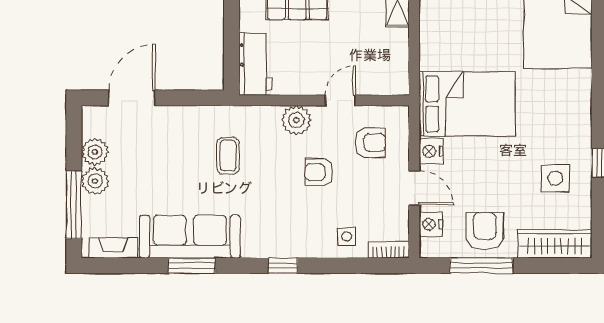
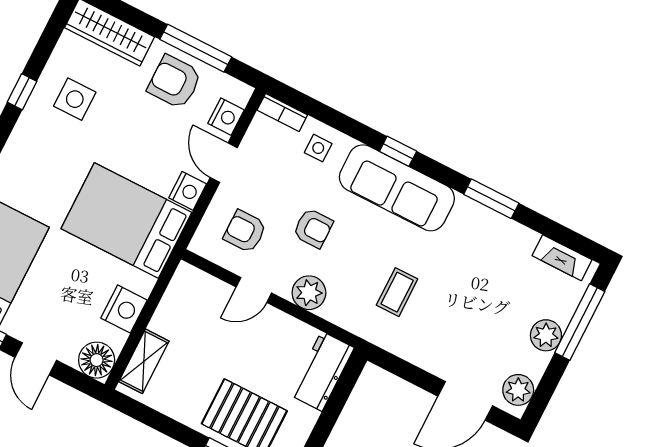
nightstand: (434, 34) -> (124, 309), added
plant: (95, 152) -> (518, 390), moved
armchair: (485, 231) -> (174, 82), turned 90
sofa: (190, 237) -> (397, 188), moved

